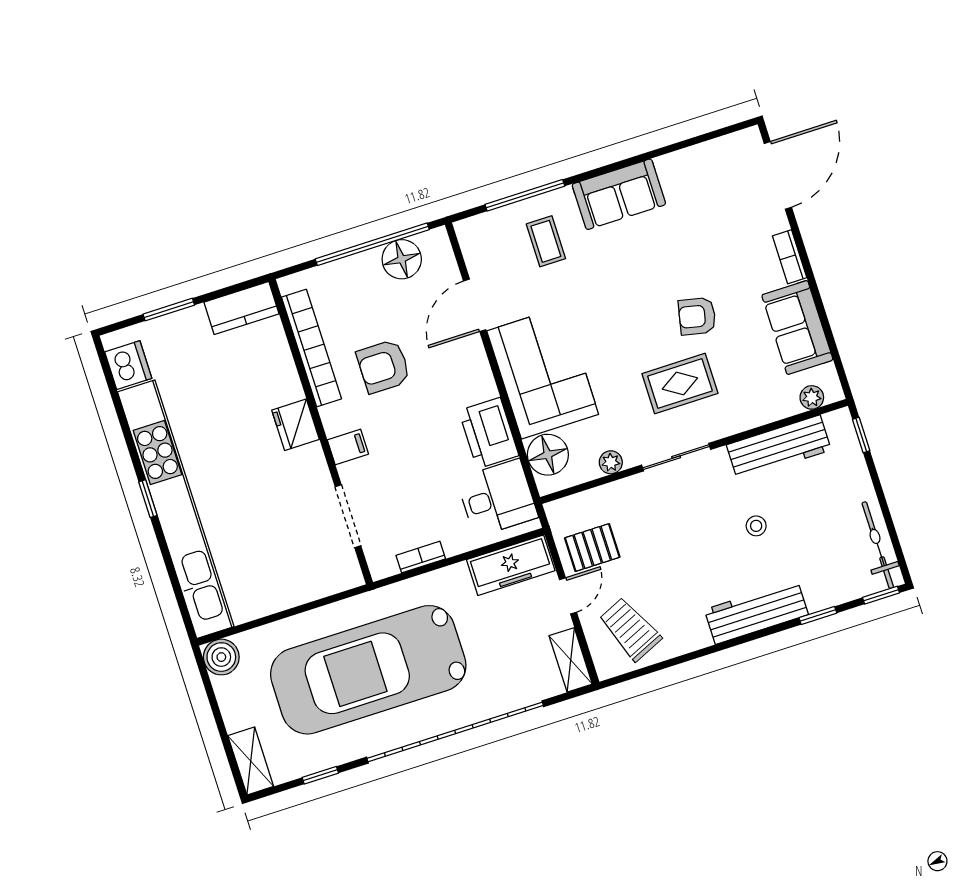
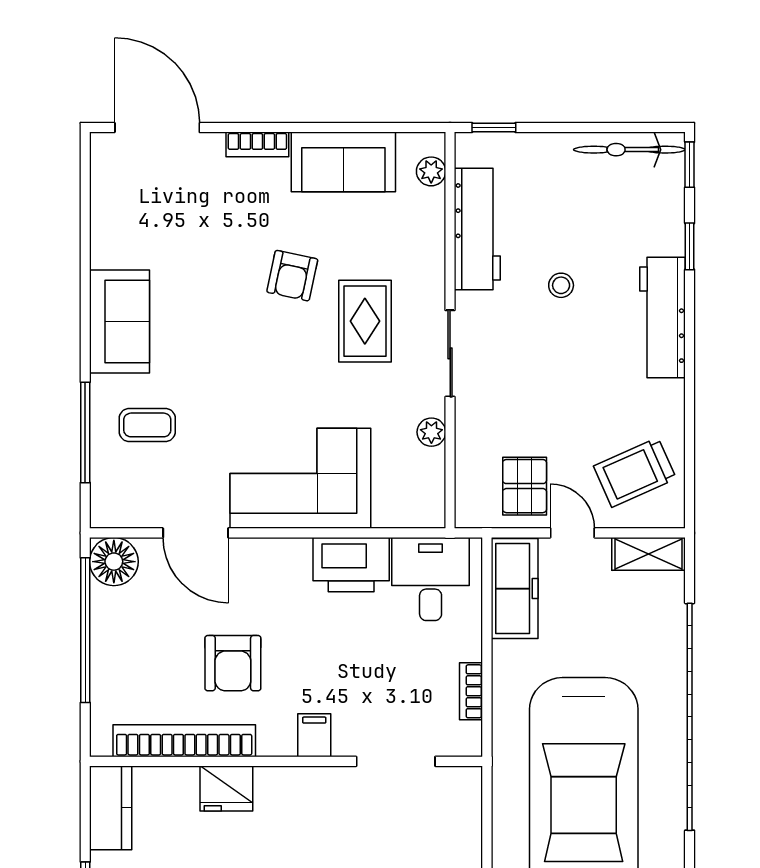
floor lamp: (402, 259) -> (114, 562), moved
fridge: (296, 425) -> (226, 788), moved
floor lamp: (548, 455) -> (399, 503), removed

